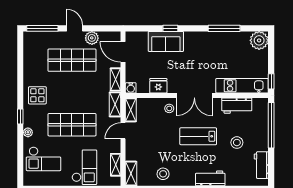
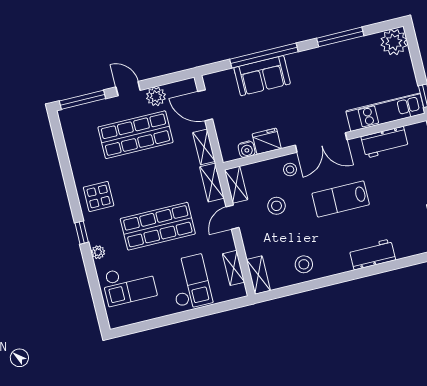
window: (170, 28) -> (264, 56), width x3.17
water cooler: (131, 88) -> (247, 149), moved
stool: (237, 143) -> (277, 206), moved

